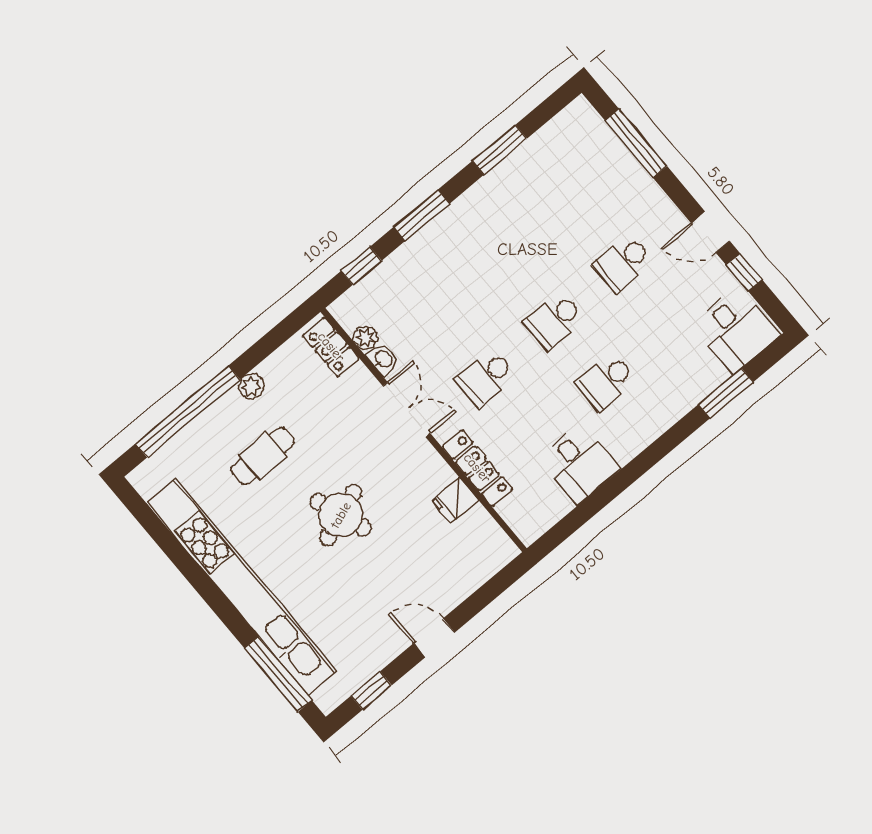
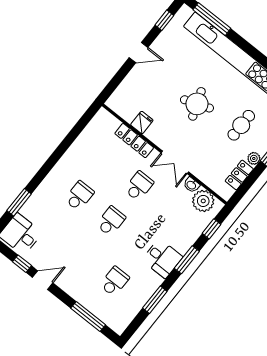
school desk: (623, 263) -> (114, 281), moved
plant: (365, 338) -> (203, 201), width x1.87, depth x1.87
locker: (331, 347) -> (239, 175), moved, turned -90
desk: (579, 464) -> (162, 258), moved, turned 180

